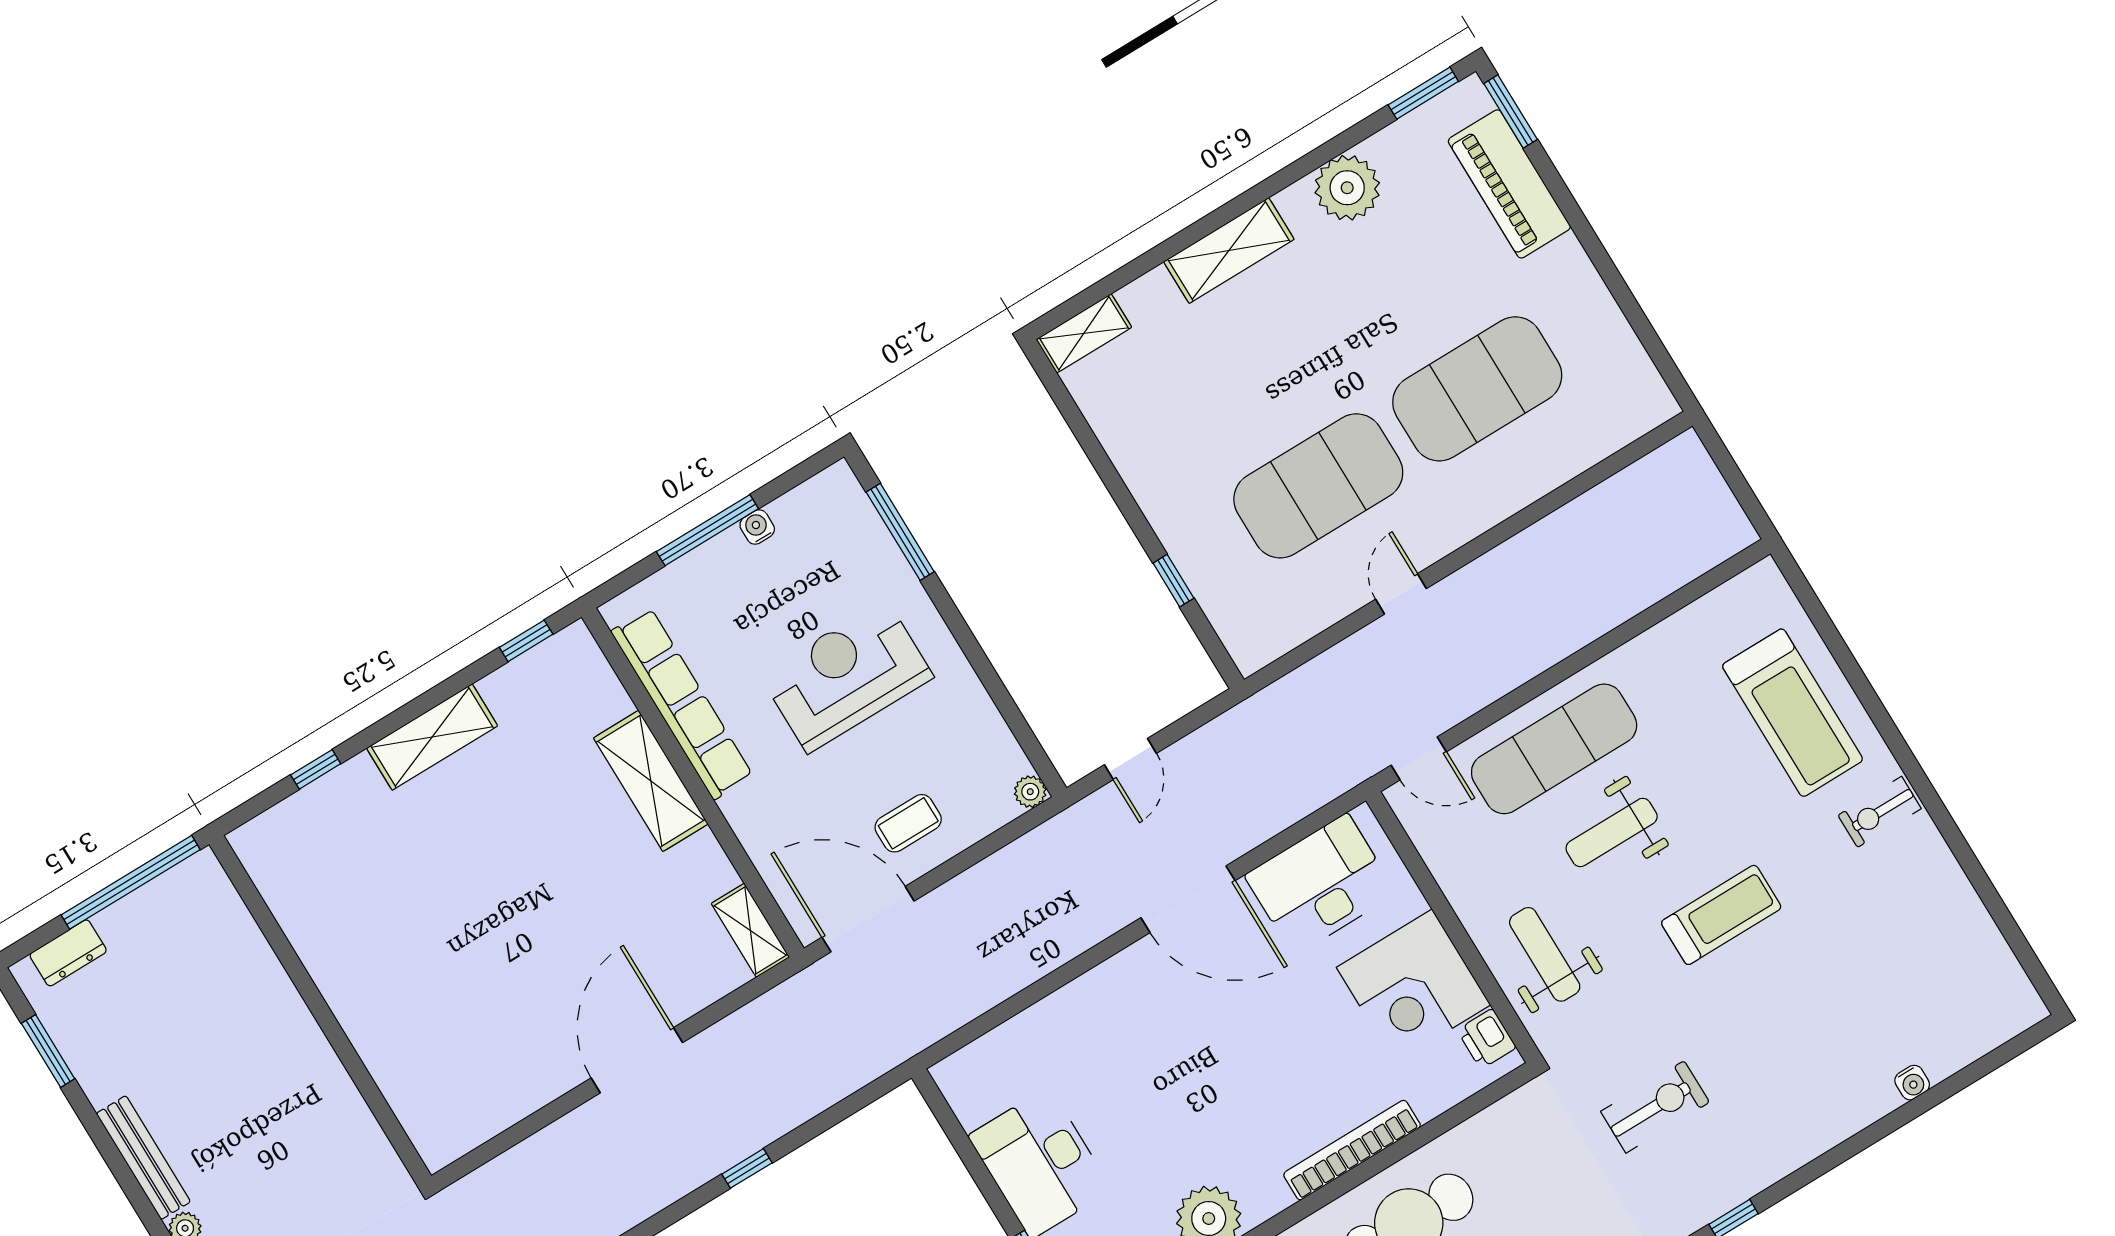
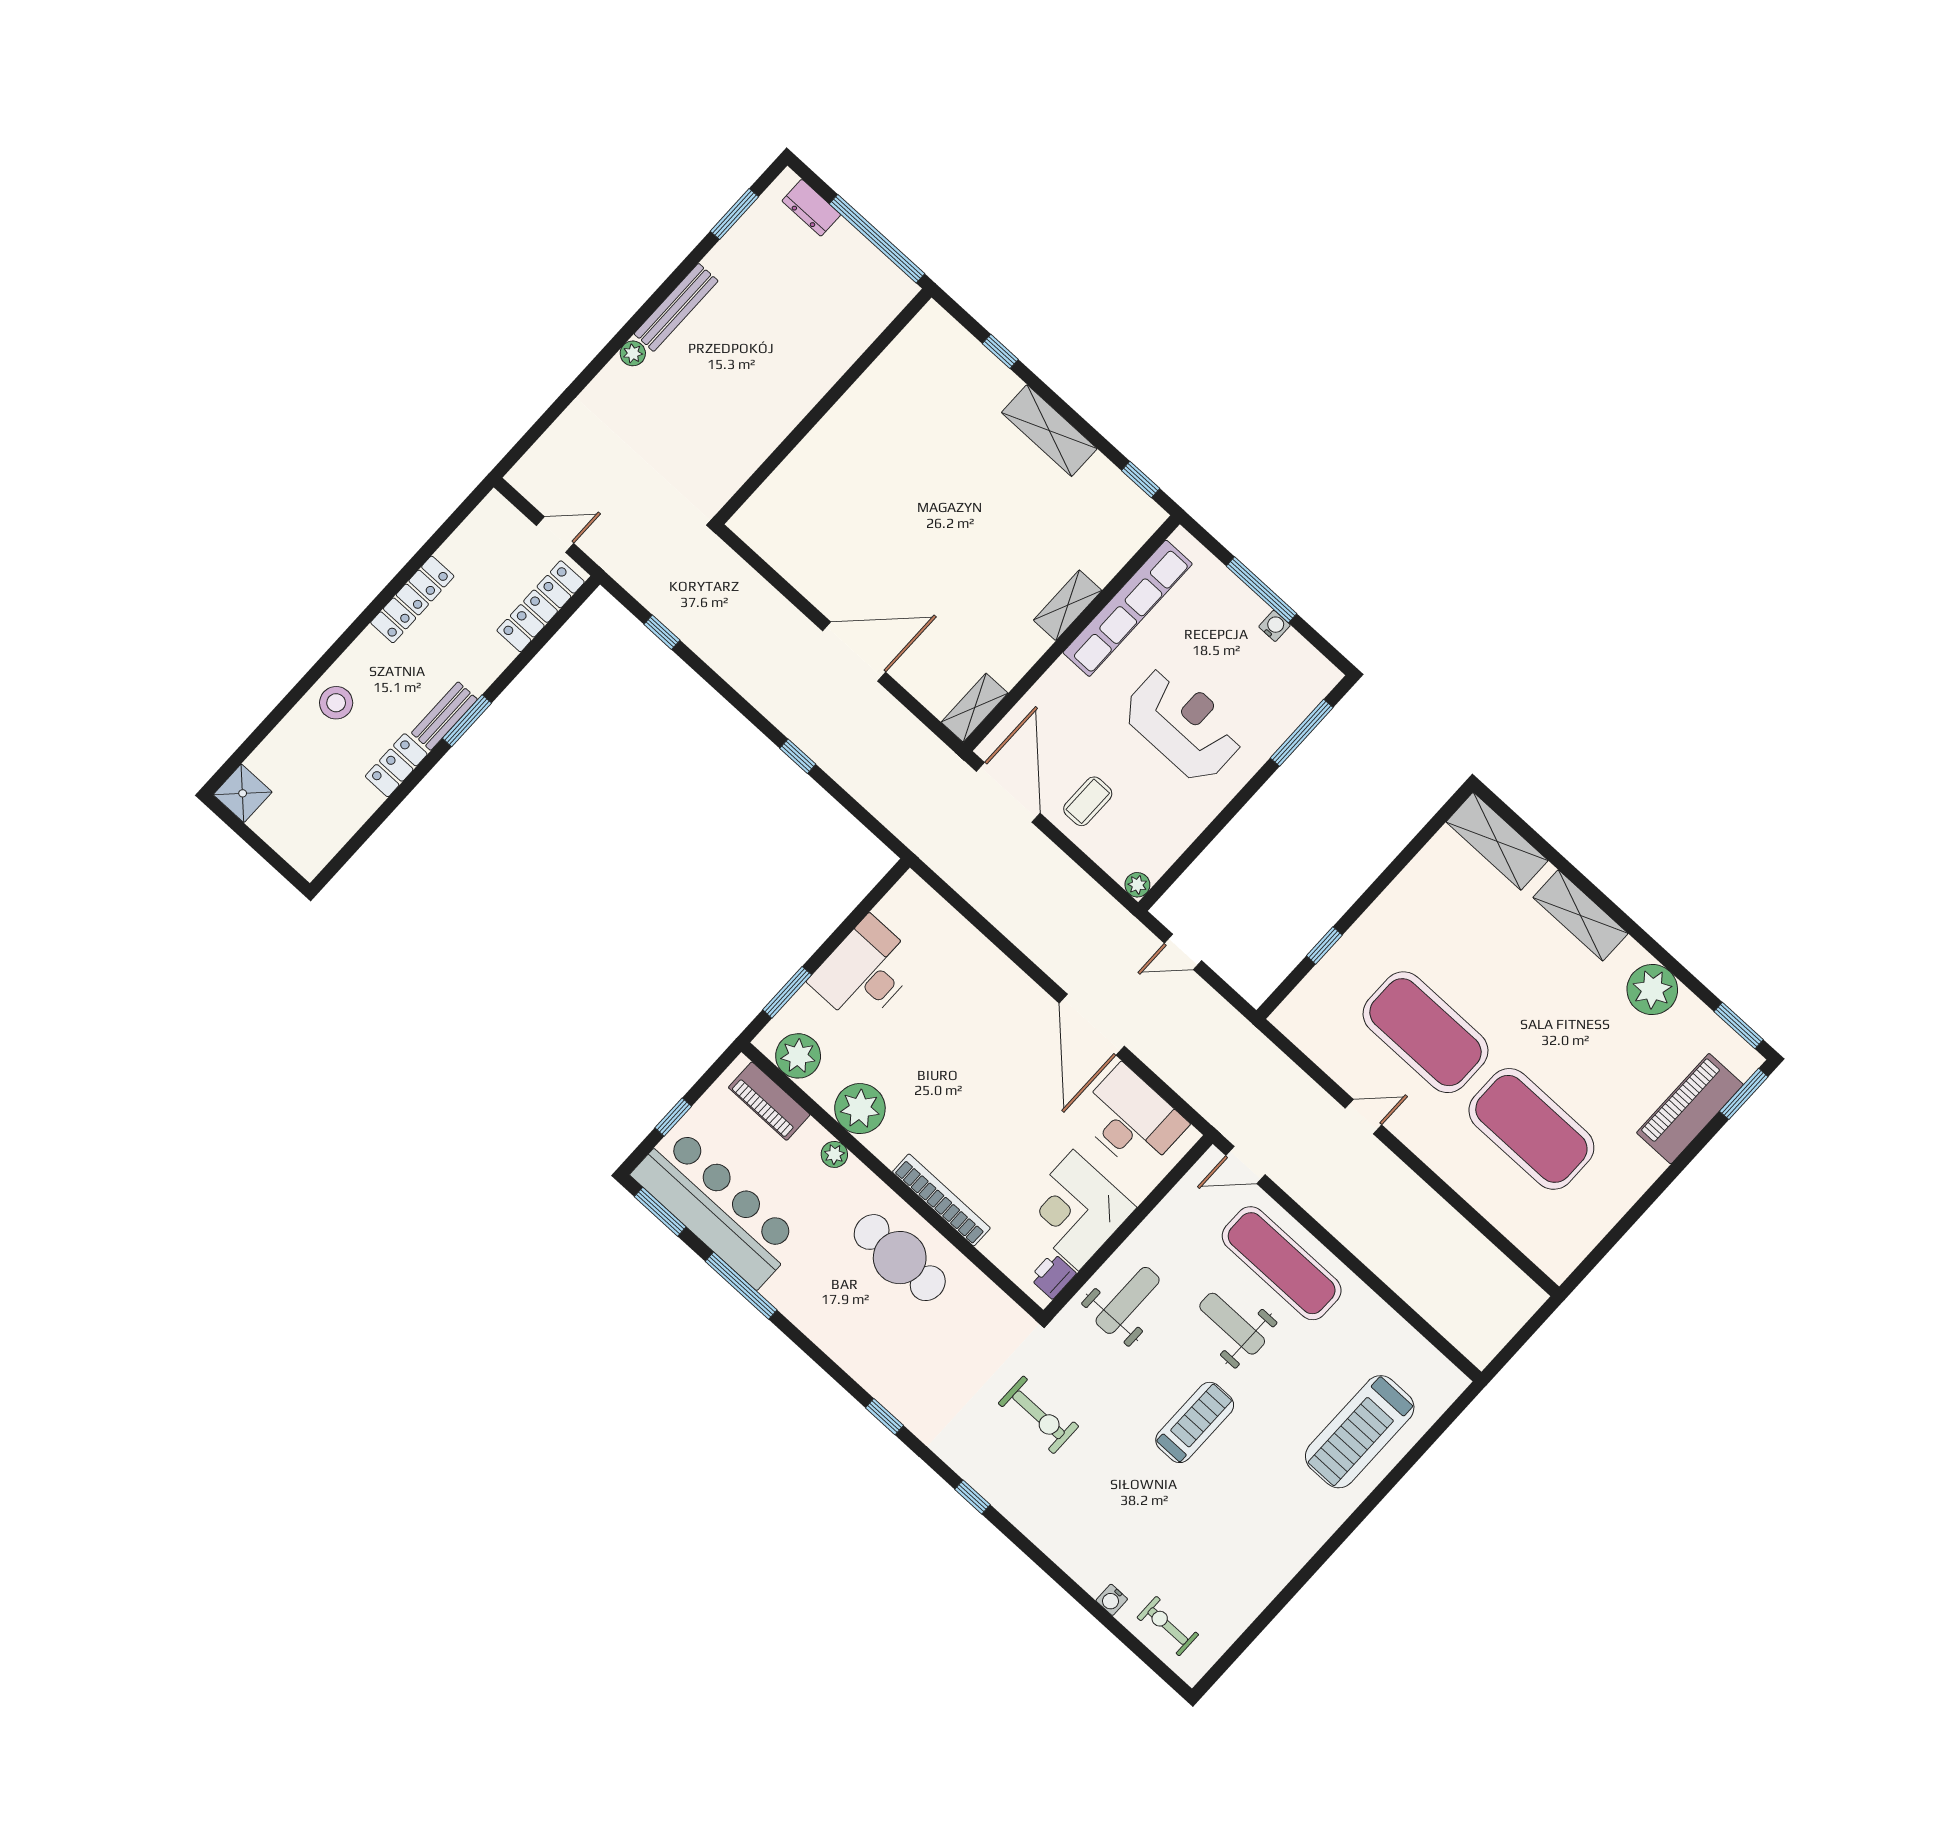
shelving: (1084, 333) -> (1497, 841), width x1.50, depth x1.33
door: (1419, 758) -> (1245, 1165), hinge flipped
shelving: (651, 781) -> (1068, 605), width x0.67, depth x0.75
exercise bike: (1880, 812) -> (1168, 1626), moved
coffee table: (908, 823) -> (1088, 801), turned 90
treadmill: (1721, 915) -> (1195, 1422), turned -90

